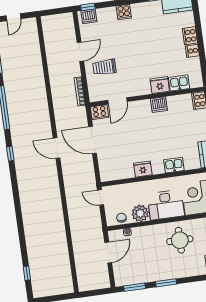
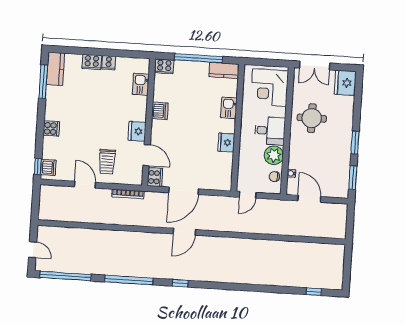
fridge: (160, 85) -> (137, 131), moved
desk: (166, 205) -> (270, 131), width x0.73

